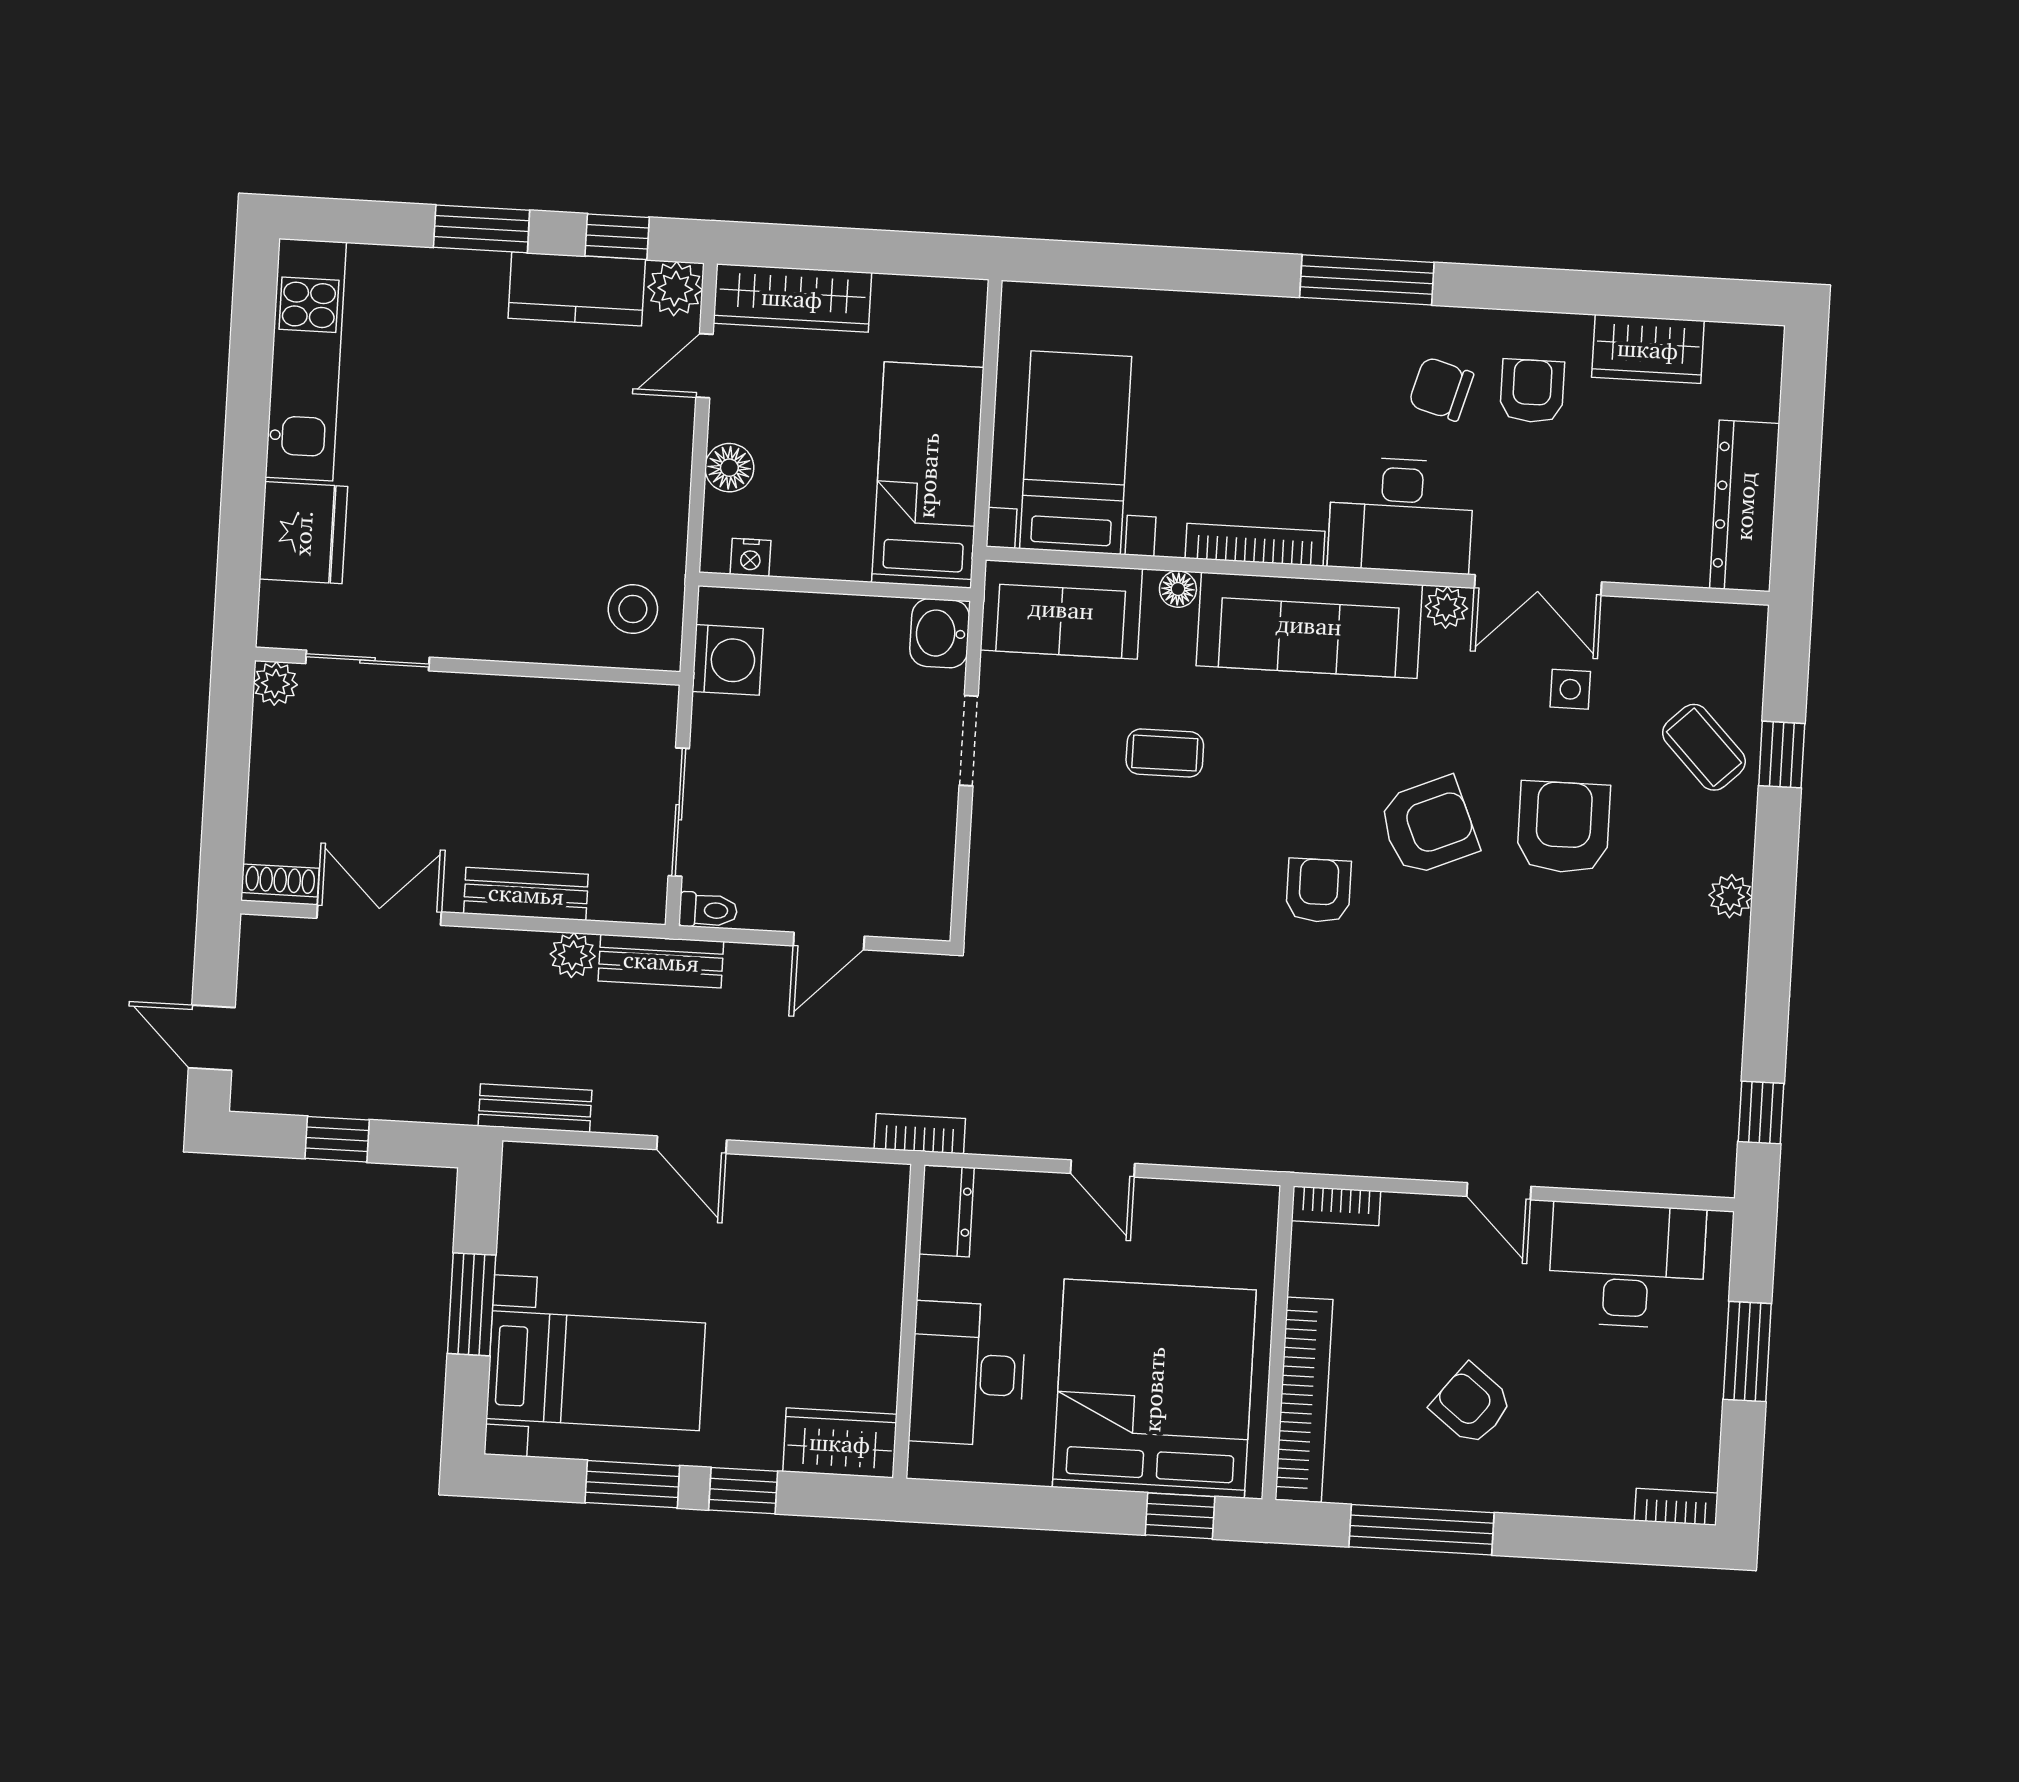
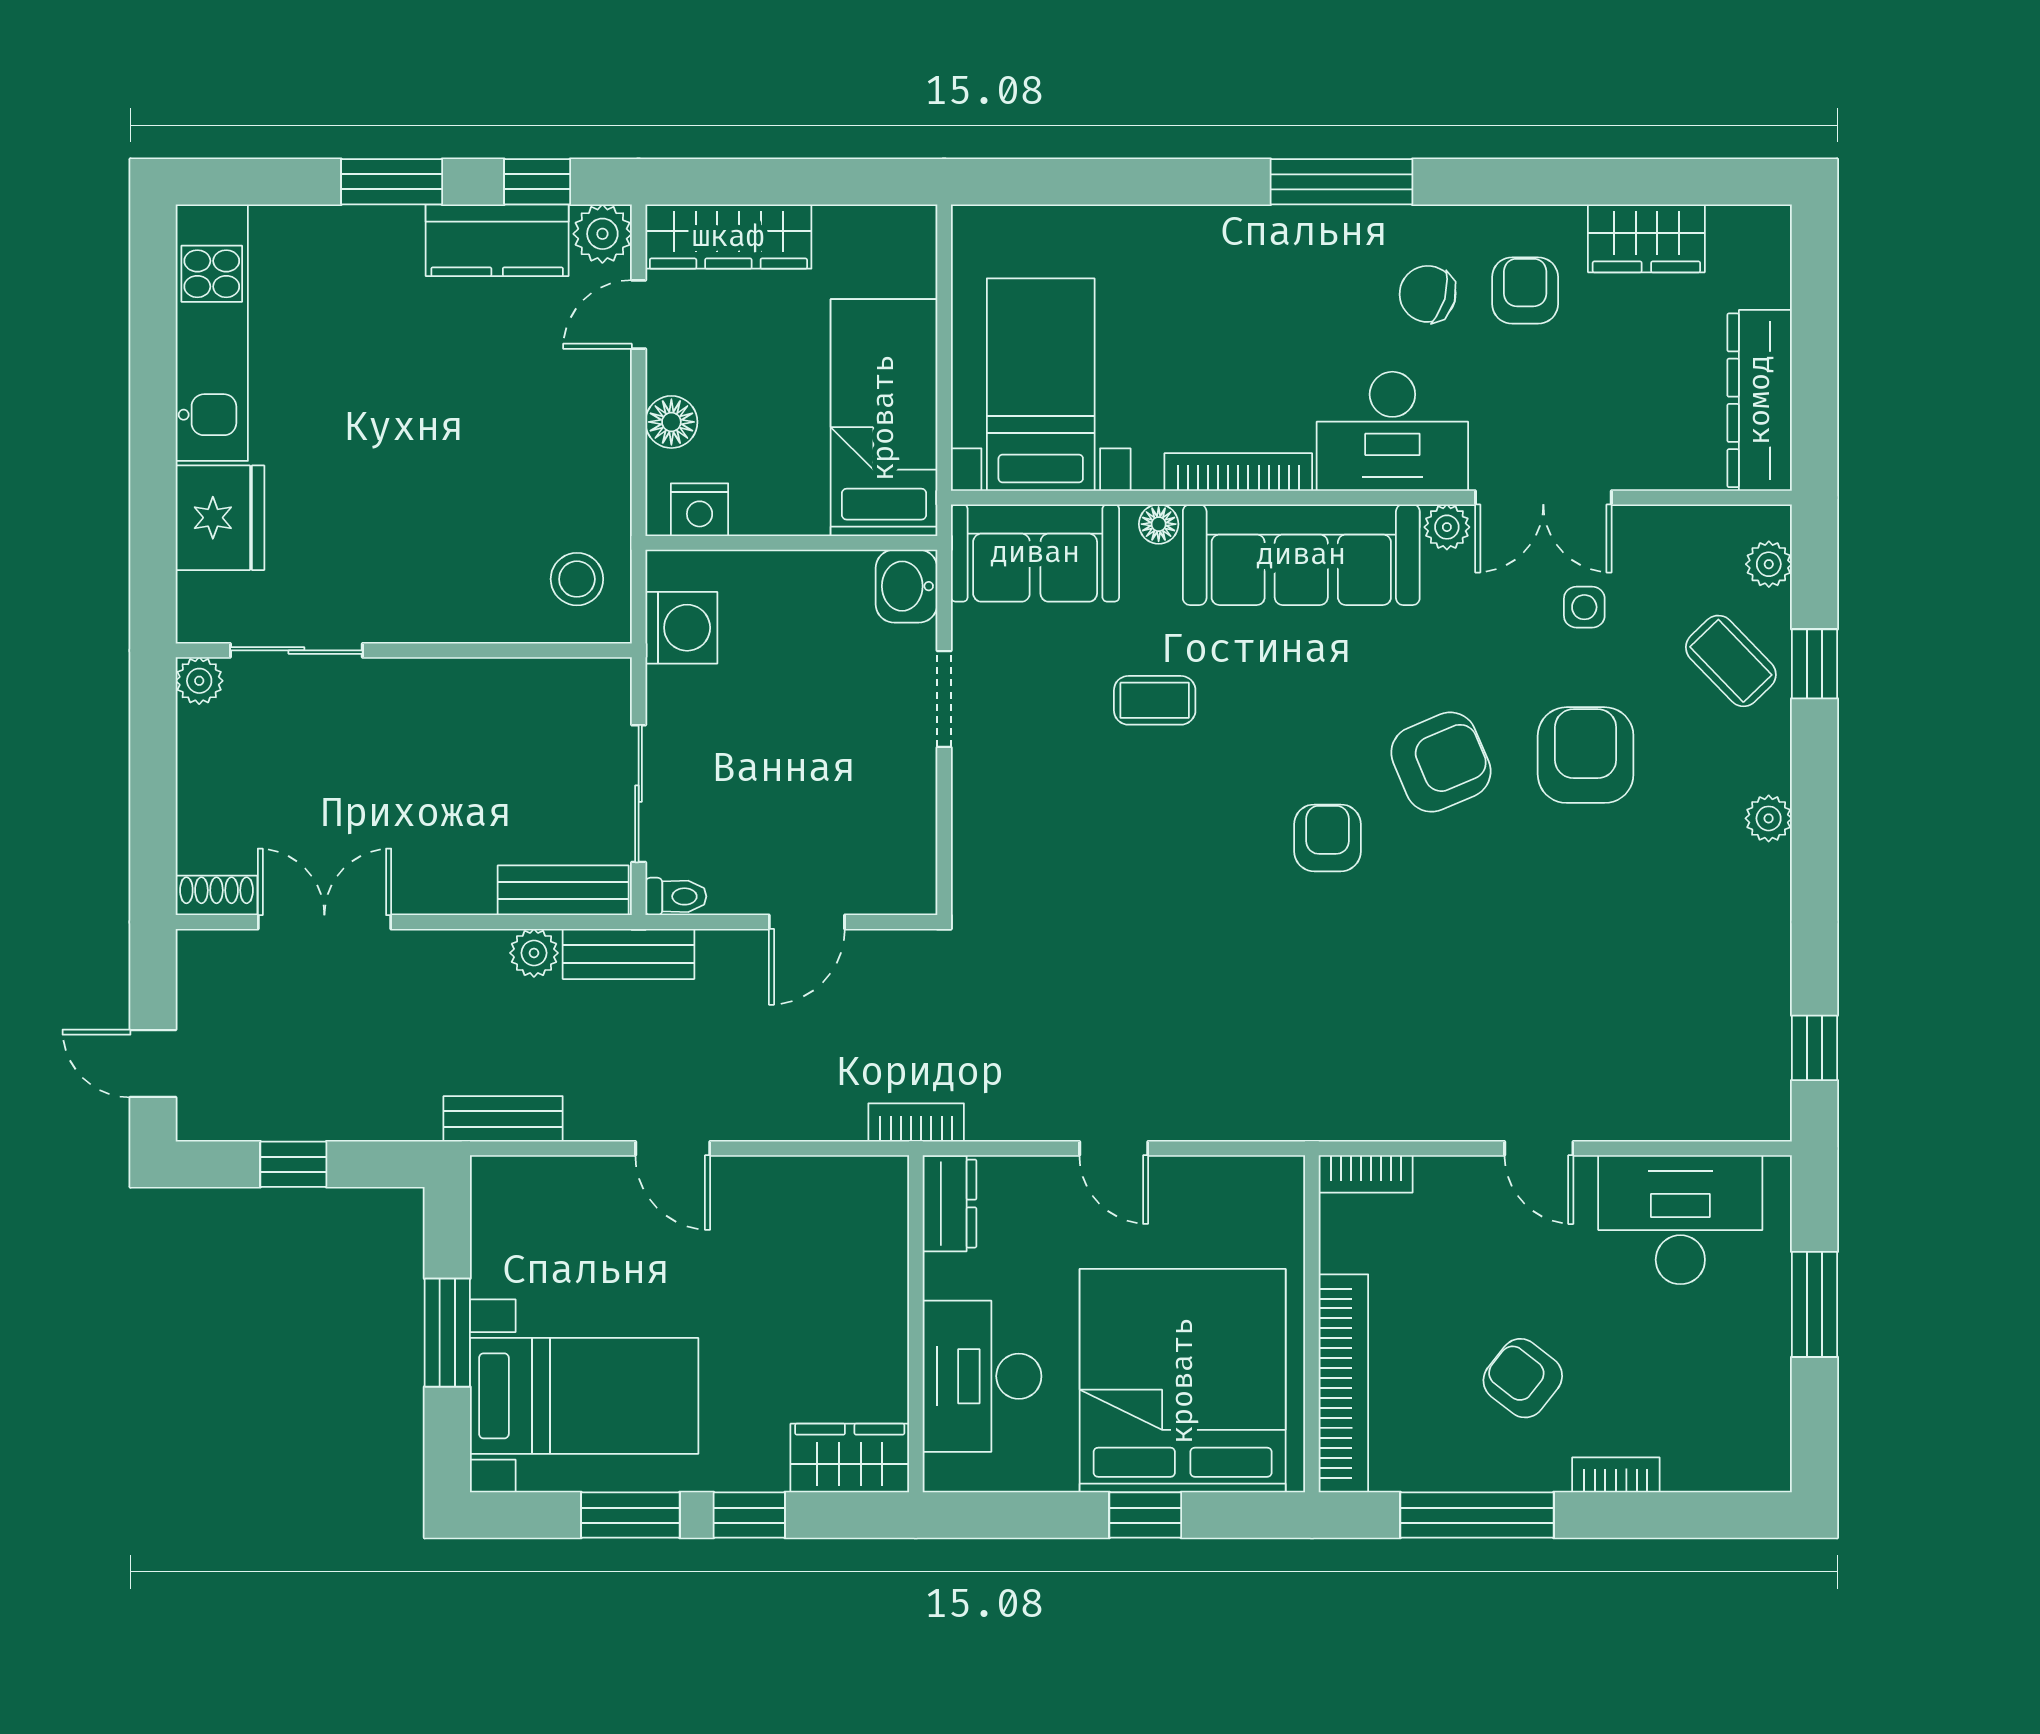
nightstand: (750, 557) -> (700, 510), width x1.39, depth x1.35
plant: (1744, 659) -> (1769, 564), added
bench: (526, 894) -> (563, 890), moved
bookcase: (1676, 1507) -> (1616, 1475), moved
window: (1180, 1516) -> (1145, 1515), moved

